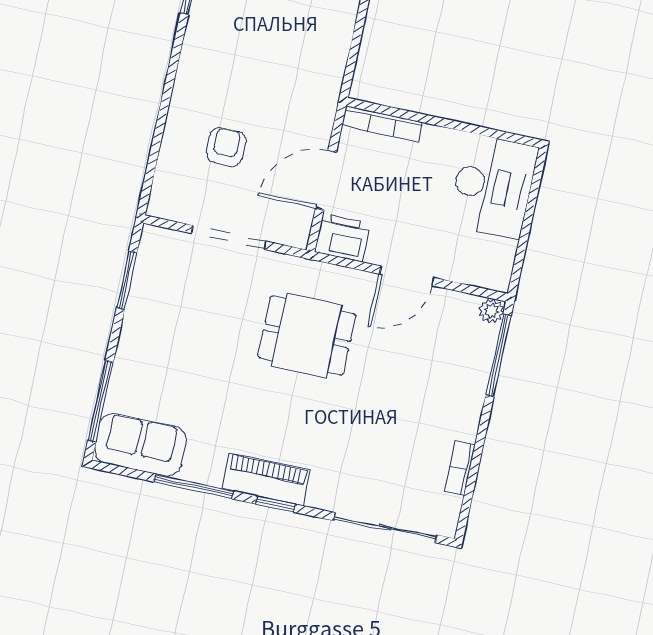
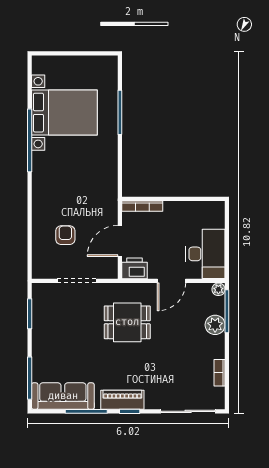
desk: (493, 186) -> (205, 254), moved
plant: (471, 376) -> (215, 325), added
sofa: (140, 445) -> (63, 396), width x1.36

